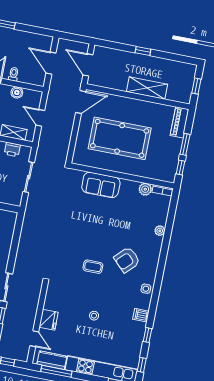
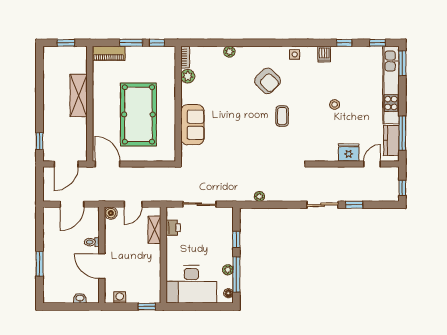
window: (143, 51) -> (40, 141), moved
boiler: (17, 92) -> (111, 213), moved
plant: (25, 232) -> (259, 196), added

